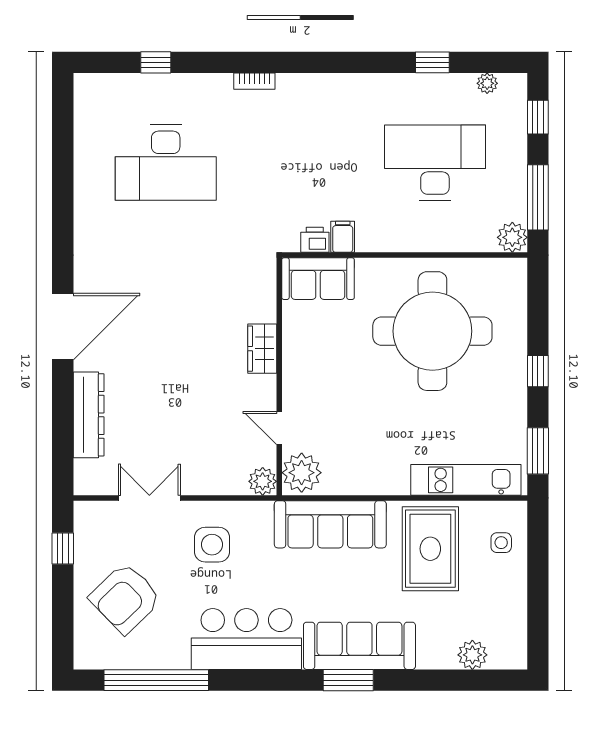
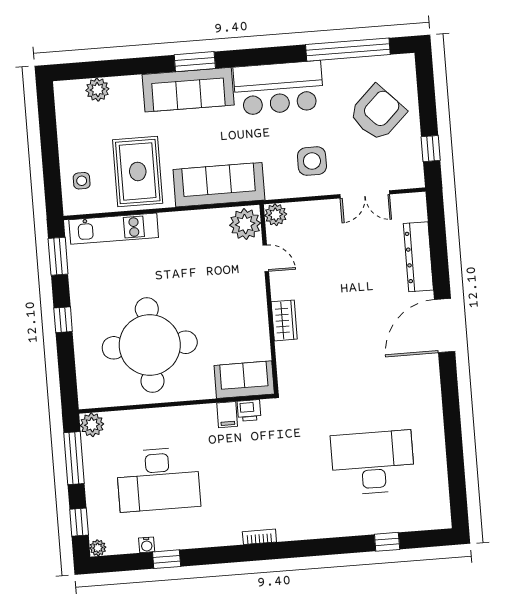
bookcase: (254, 81) -> (259, 537), moved
water cooler: (456, 82) -> (147, 545), added
plant: (487, 83) -> (98, 548), moved

